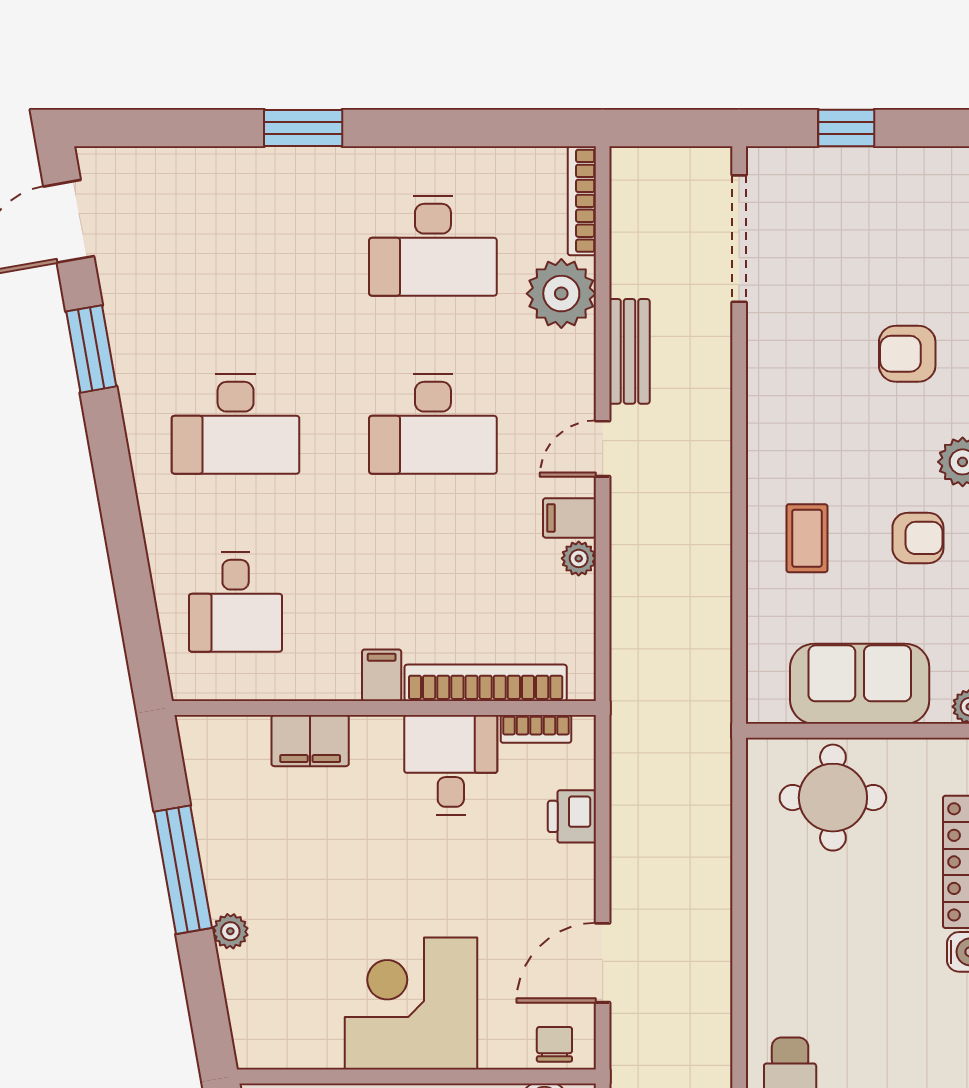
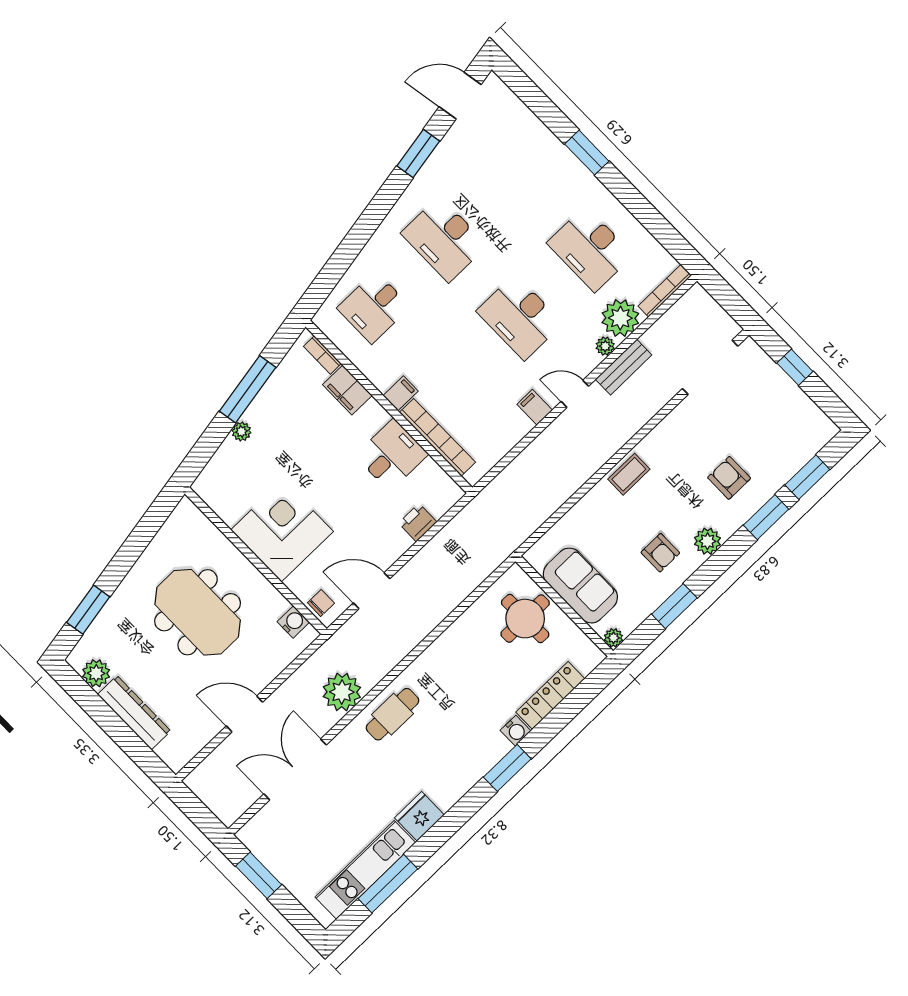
coffee table: (807, 538) -> (629, 474), moved
plant: (579, 558) -> (605, 346), moved
bookcase: (536, 729) -> (322, 355), moved

